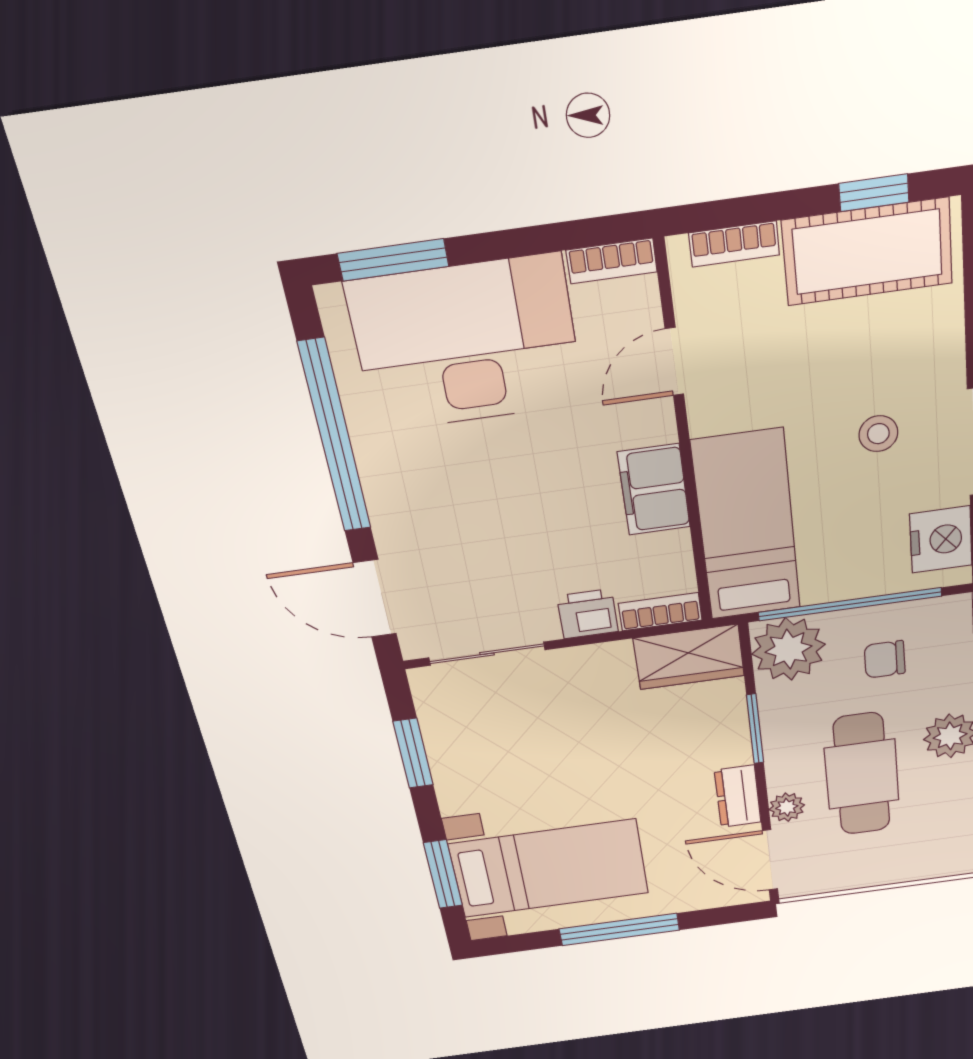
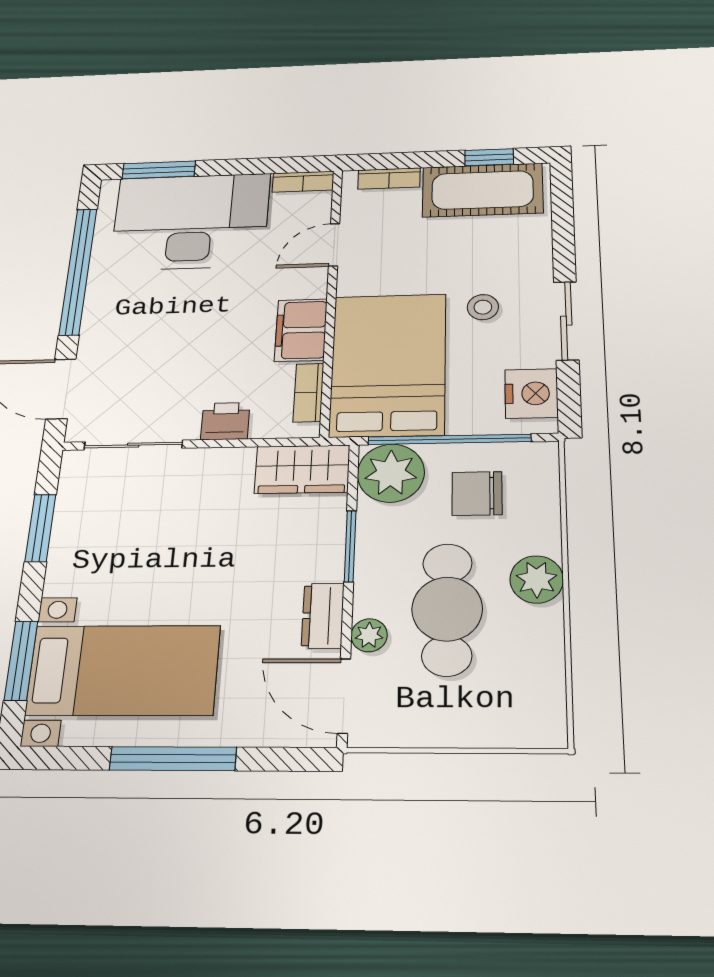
bed: (747, 526) -> (388, 364), width x1.50
bookcase: (660, 612) -> (308, 393), moved, turned -90
chair: (885, 659) -> (477, 493), width x1.37, depth x1.37

